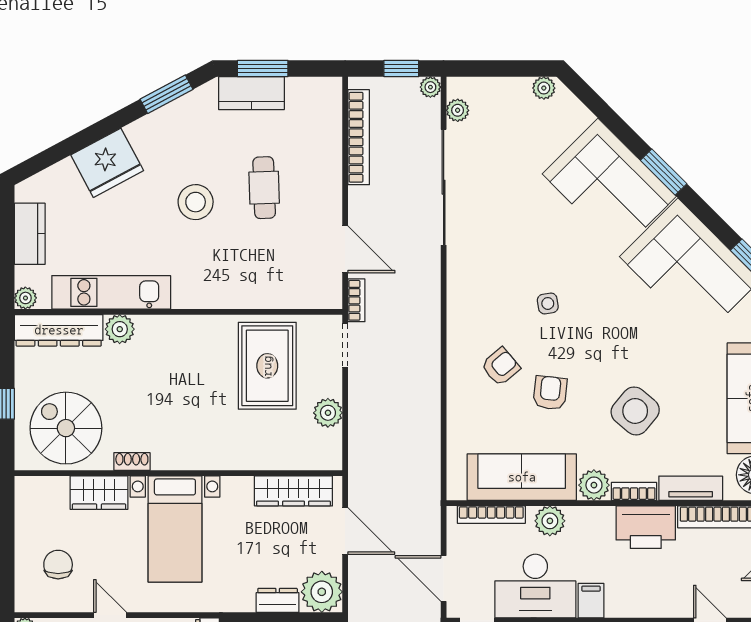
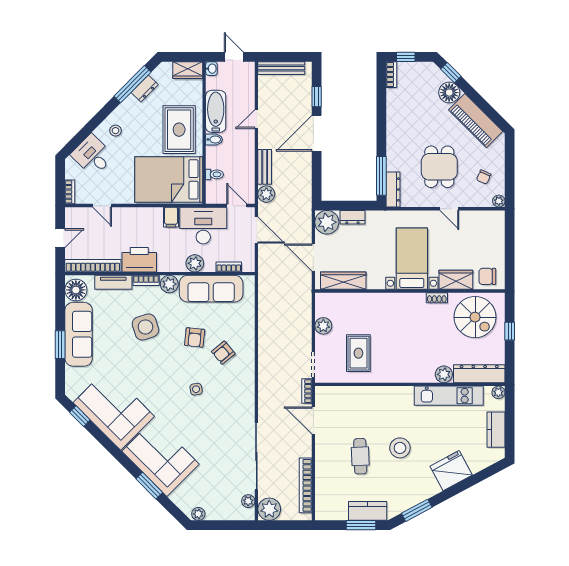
window: (401, 69) -> (281, 525), removed
plant: (430, 87) -> (269, 509), width x1.88, depth x1.88
window: (664, 172) -> (149, 486), moved
rug: (267, 366) -> (358, 353), width x0.73, depth x0.70
side table: (635, 411) -> (145, 327), turned 32
bookcase: (491, 515) -> (229, 267), width x0.64
chair: (58, 565) -> (487, 276), moved, turned 90

